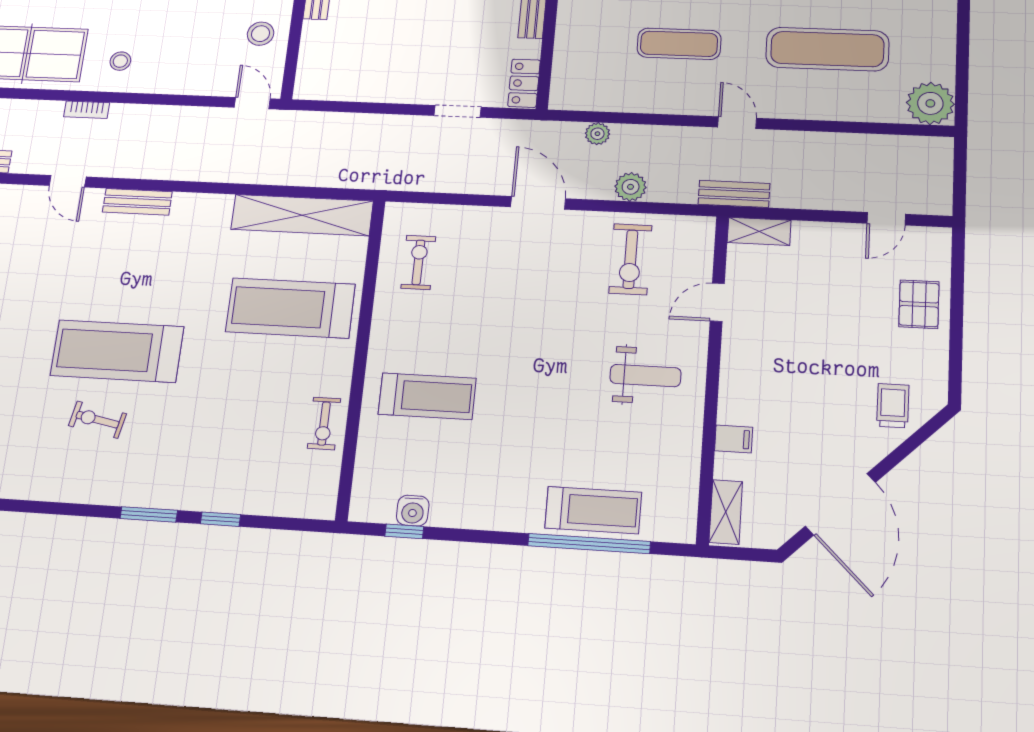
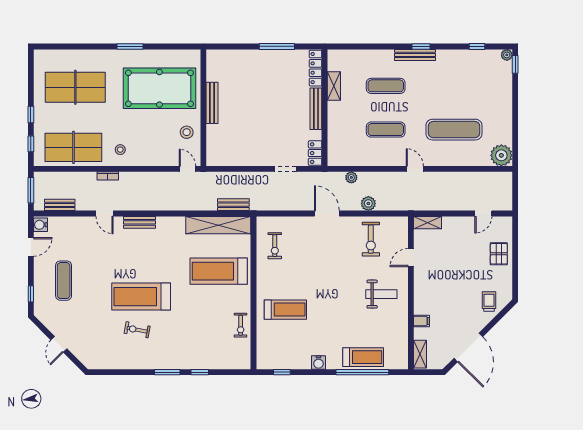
bench: (734, 194) -> (233, 205), moved
exercise bike: (418, 262) -> (275, 246), turned 180
water cooler: (413, 511) -> (319, 363), moved

